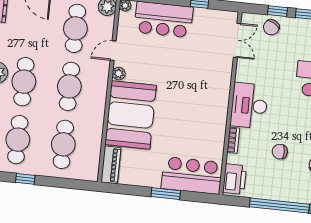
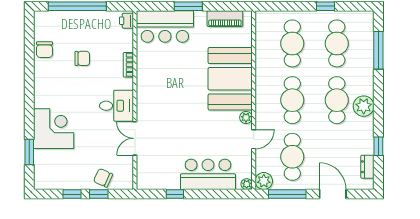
chair: (271, 27) -> (103, 178), turned -94
double door: (237, 40) -> (135, 138), moved
desk: (249, 106) -> (117, 106), width x0.73
piano: (111, 165) -> (225, 19), moved, turned -90
printer: (235, 179) -> (126, 21), width x0.53, depth x0.68

